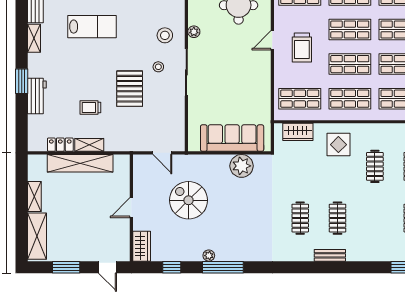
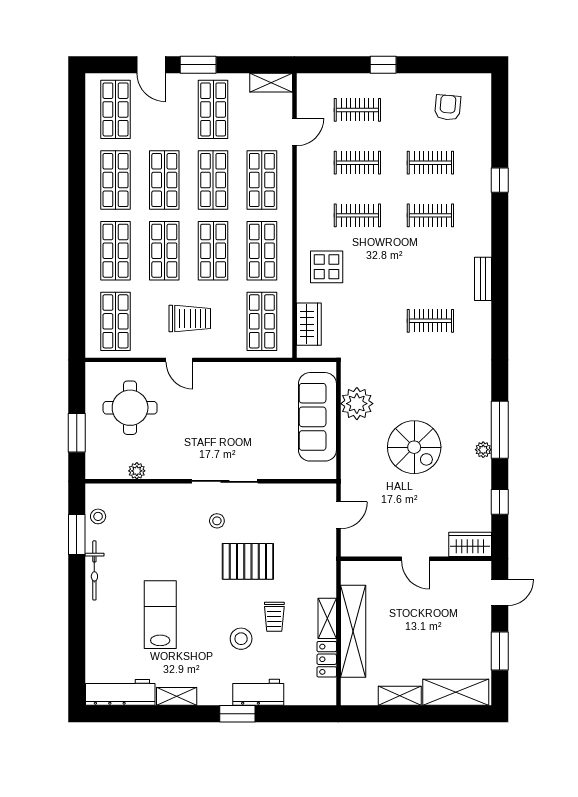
plant: (194, 32) -> (137, 471), moved
stool: (165, 35) -> (241, 639), moved
spiral stairs: (188, 200) -> (414, 447), moved, turned -90
clothes rail: (338, 218) -> (430, 215), moved

